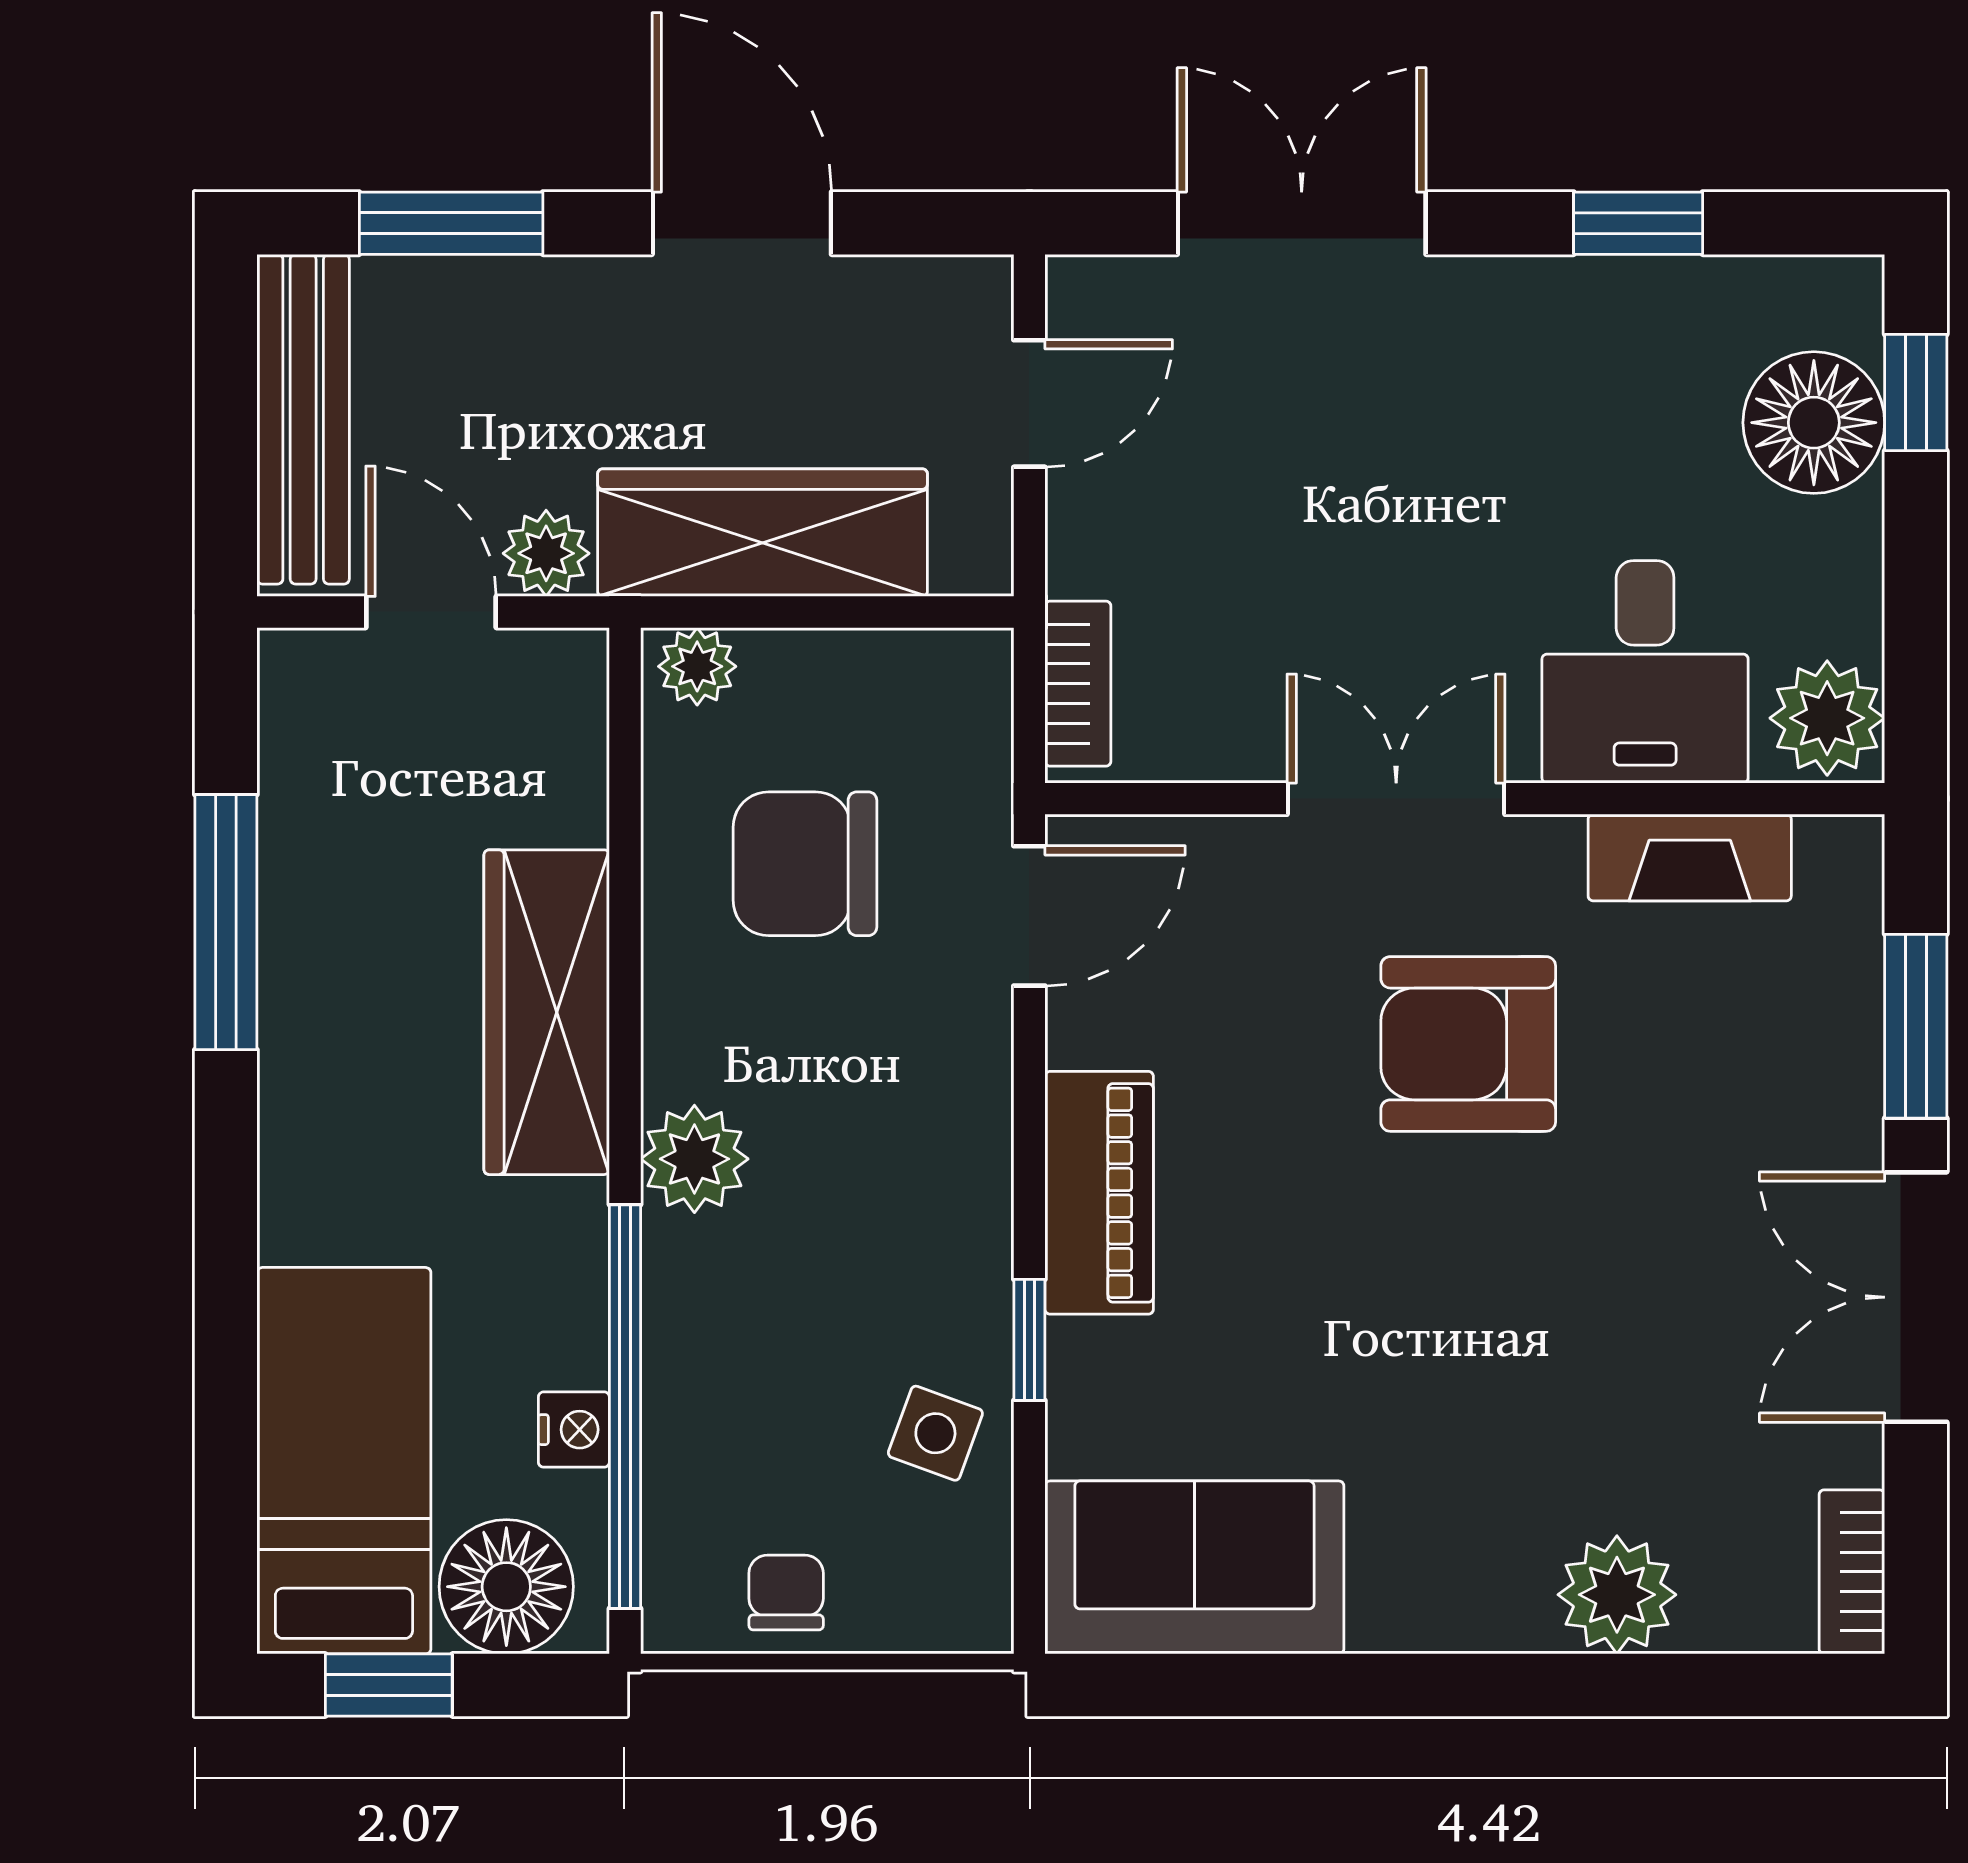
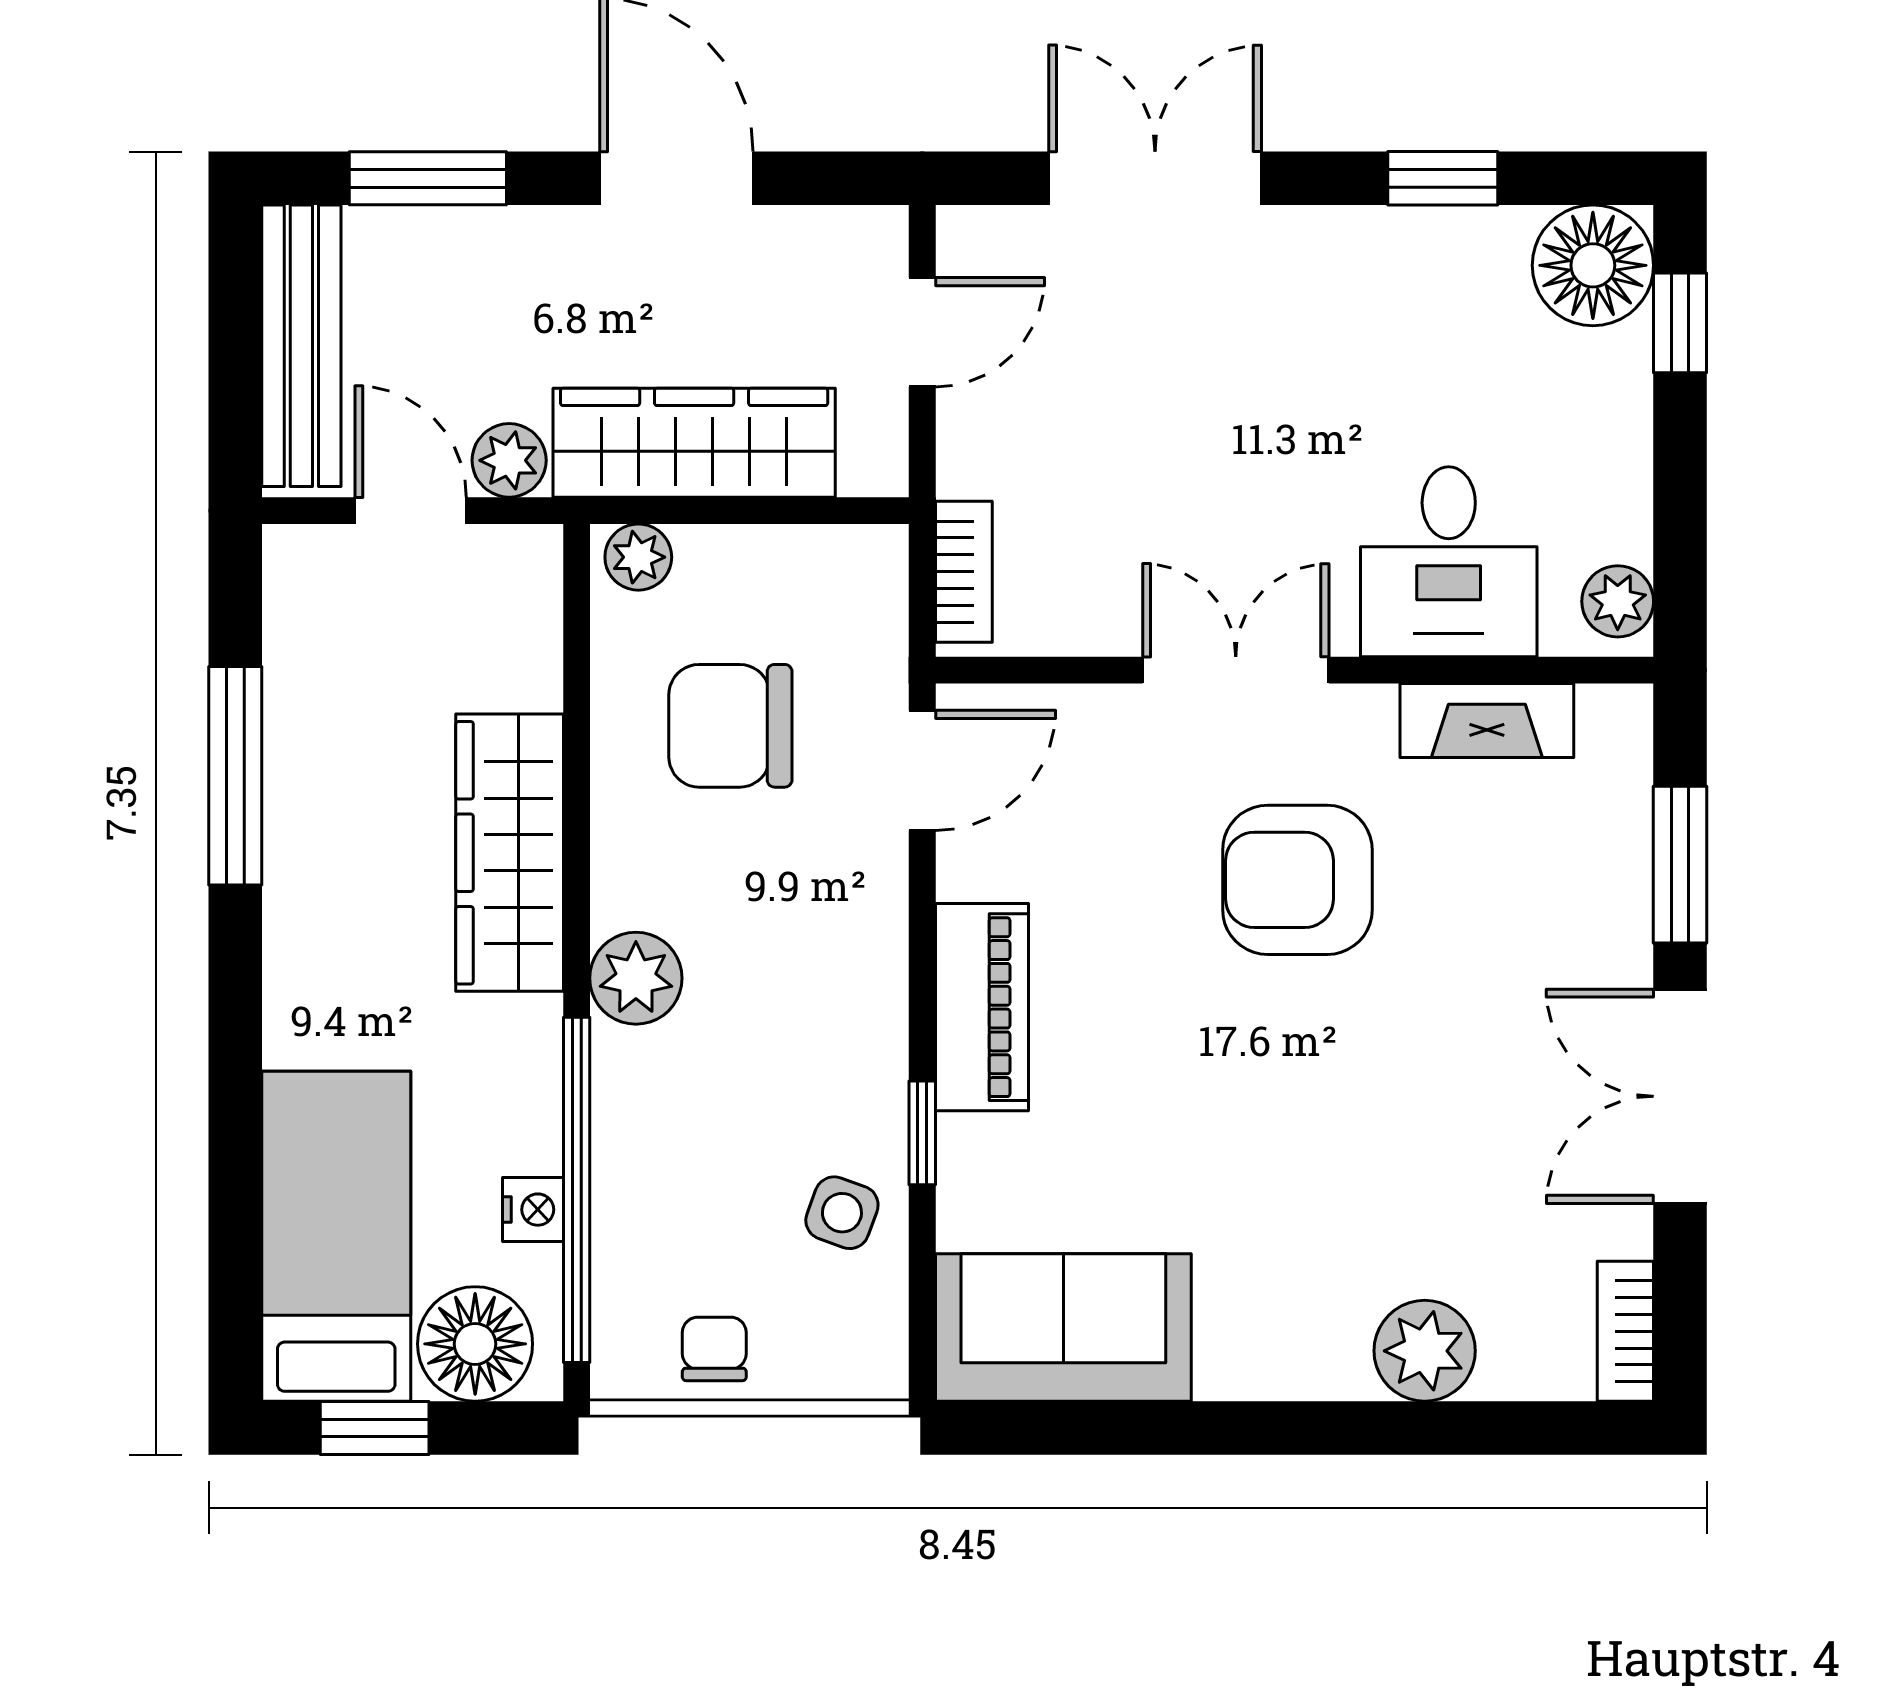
floor lamp: (1814, 423) -> (1593, 265), moved
plant: (1827, 718) -> (1618, 601), width x0.73, depth x0.73

